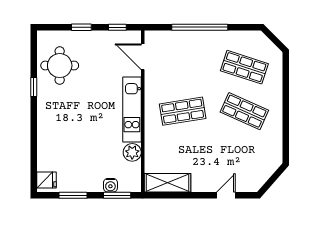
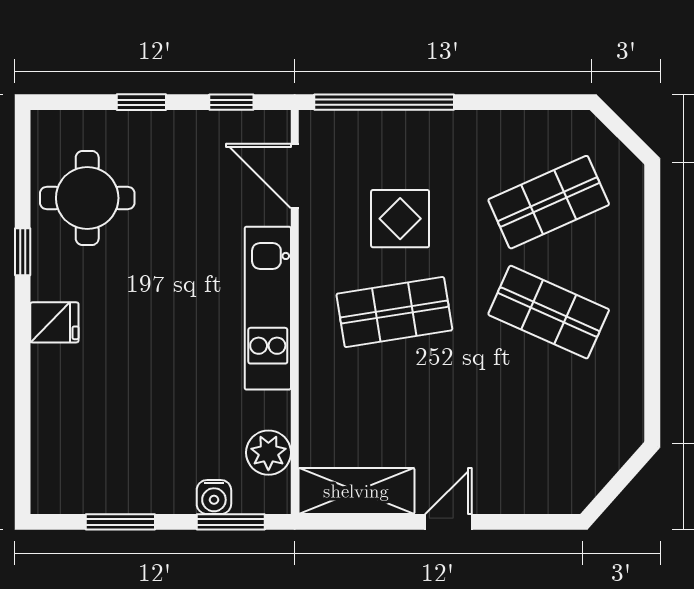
window: (200, 27) -> (384, 102), moved
shop shelf: (244, 67) -> (549, 202), turned -42
display table: (185, 74) -> (400, 219), added
plant: (132, 152) -> (268, 453), moved
fridge: (47, 180) -> (54, 322), moved
door: (226, 195) -> (448, 522), moved

